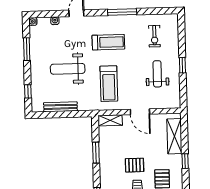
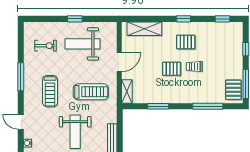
treadmill: (108, 42) -> (50, 91), turned 180
weight bench: (157, 74) -> (83, 44), width x1.36, depth x1.33
window: (185, 161) -> (184, 19), moved
pallet: (135, 165) -> (172, 69), turned 90

